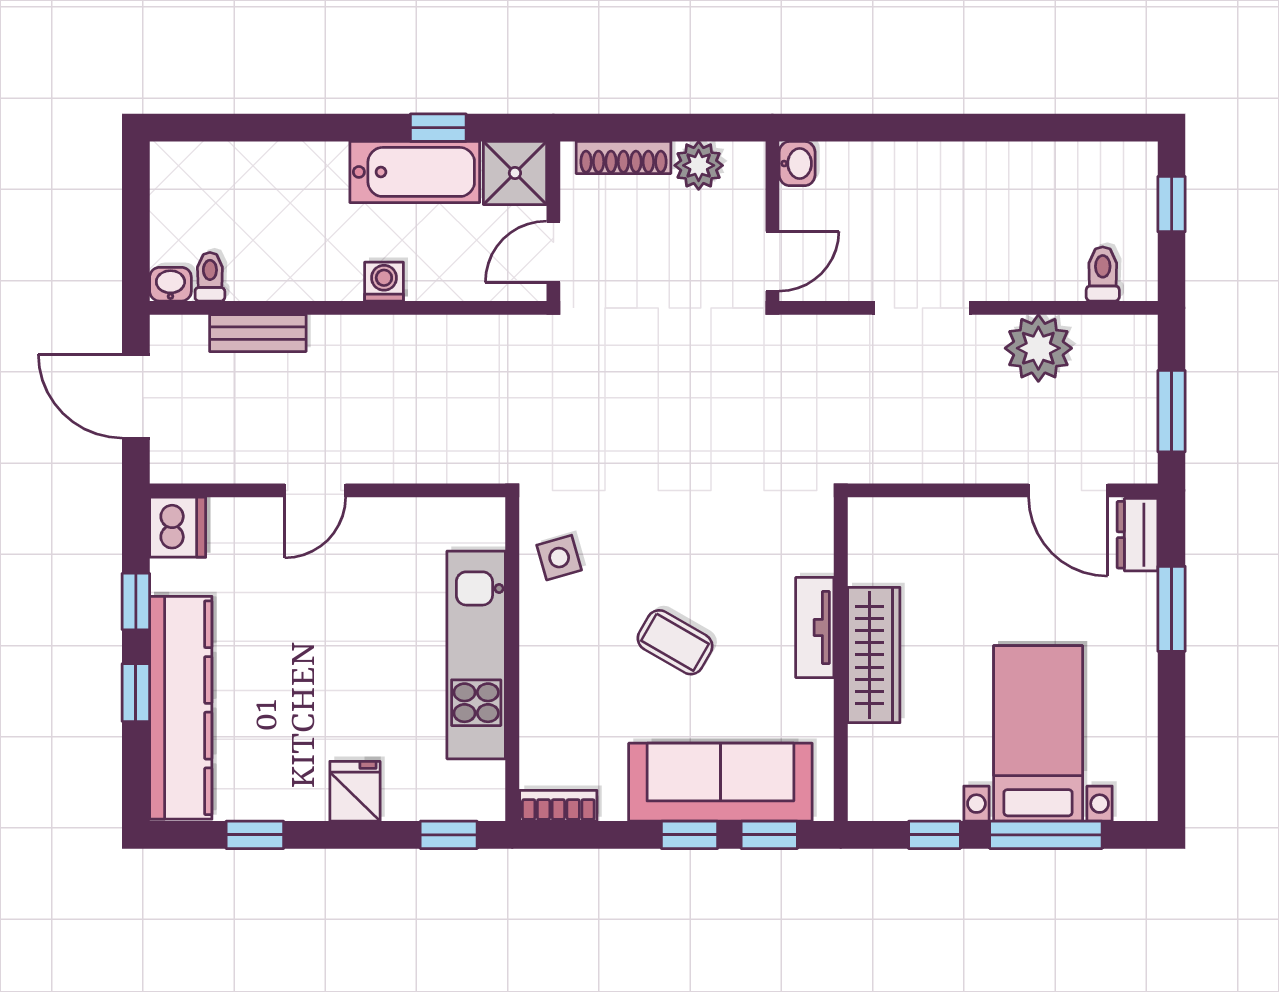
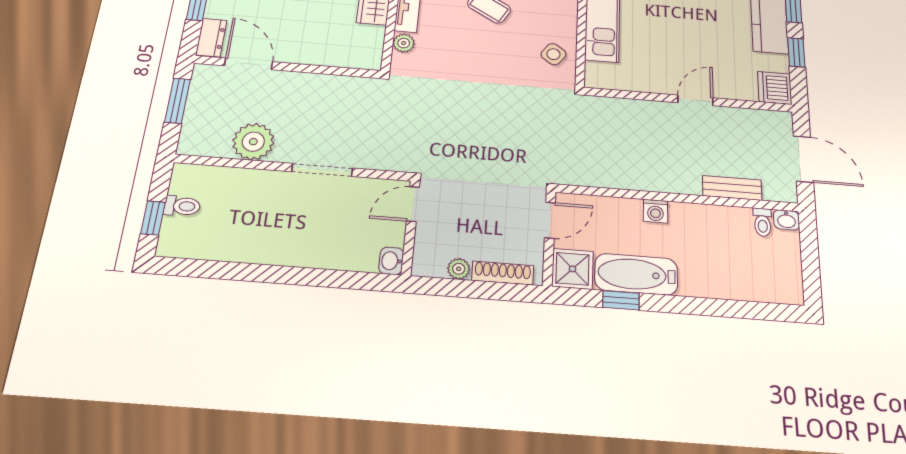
plant: (699, 165) -> (459, 269), width x0.73, depth x0.73
toilet: (1103, 274) -> (182, 206), moved, turned -90
plant: (815, 555) -> (404, 43), added
side table: (559, 558) -> (553, 54), turned -38

